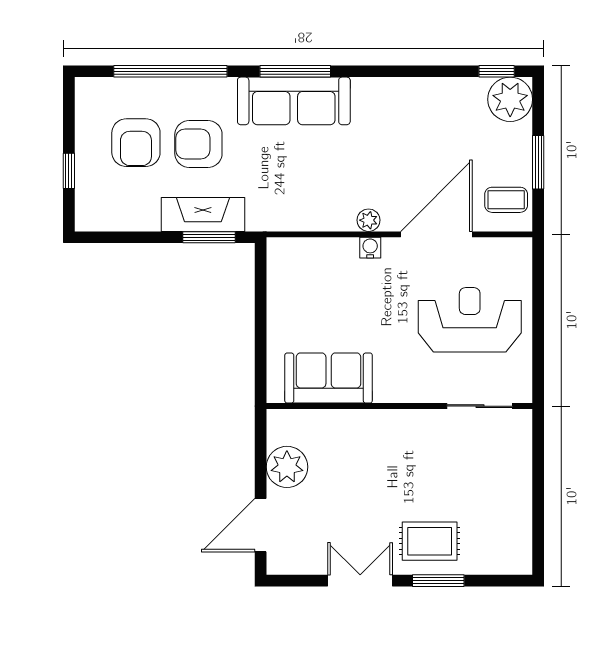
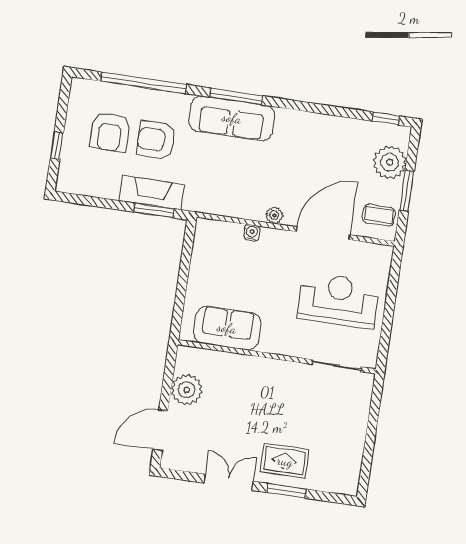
plant: (510, 99) -> (390, 162), moved
water cooler: (370, 248) -> (252, 233), moved

